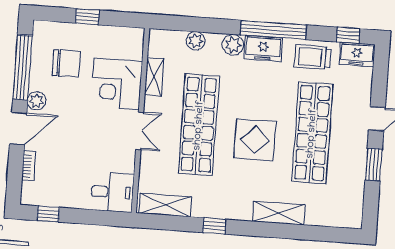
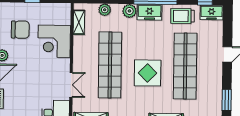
shelving: (154, 77) -> (79, 22), moved
double door: (140, 131) -> (71, 85), moved
window: (374, 165) -> (227, 100), moved

